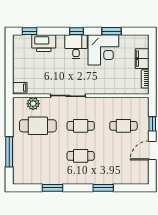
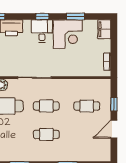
filing cabinet: (142, 59) -> (104, 29), moved

